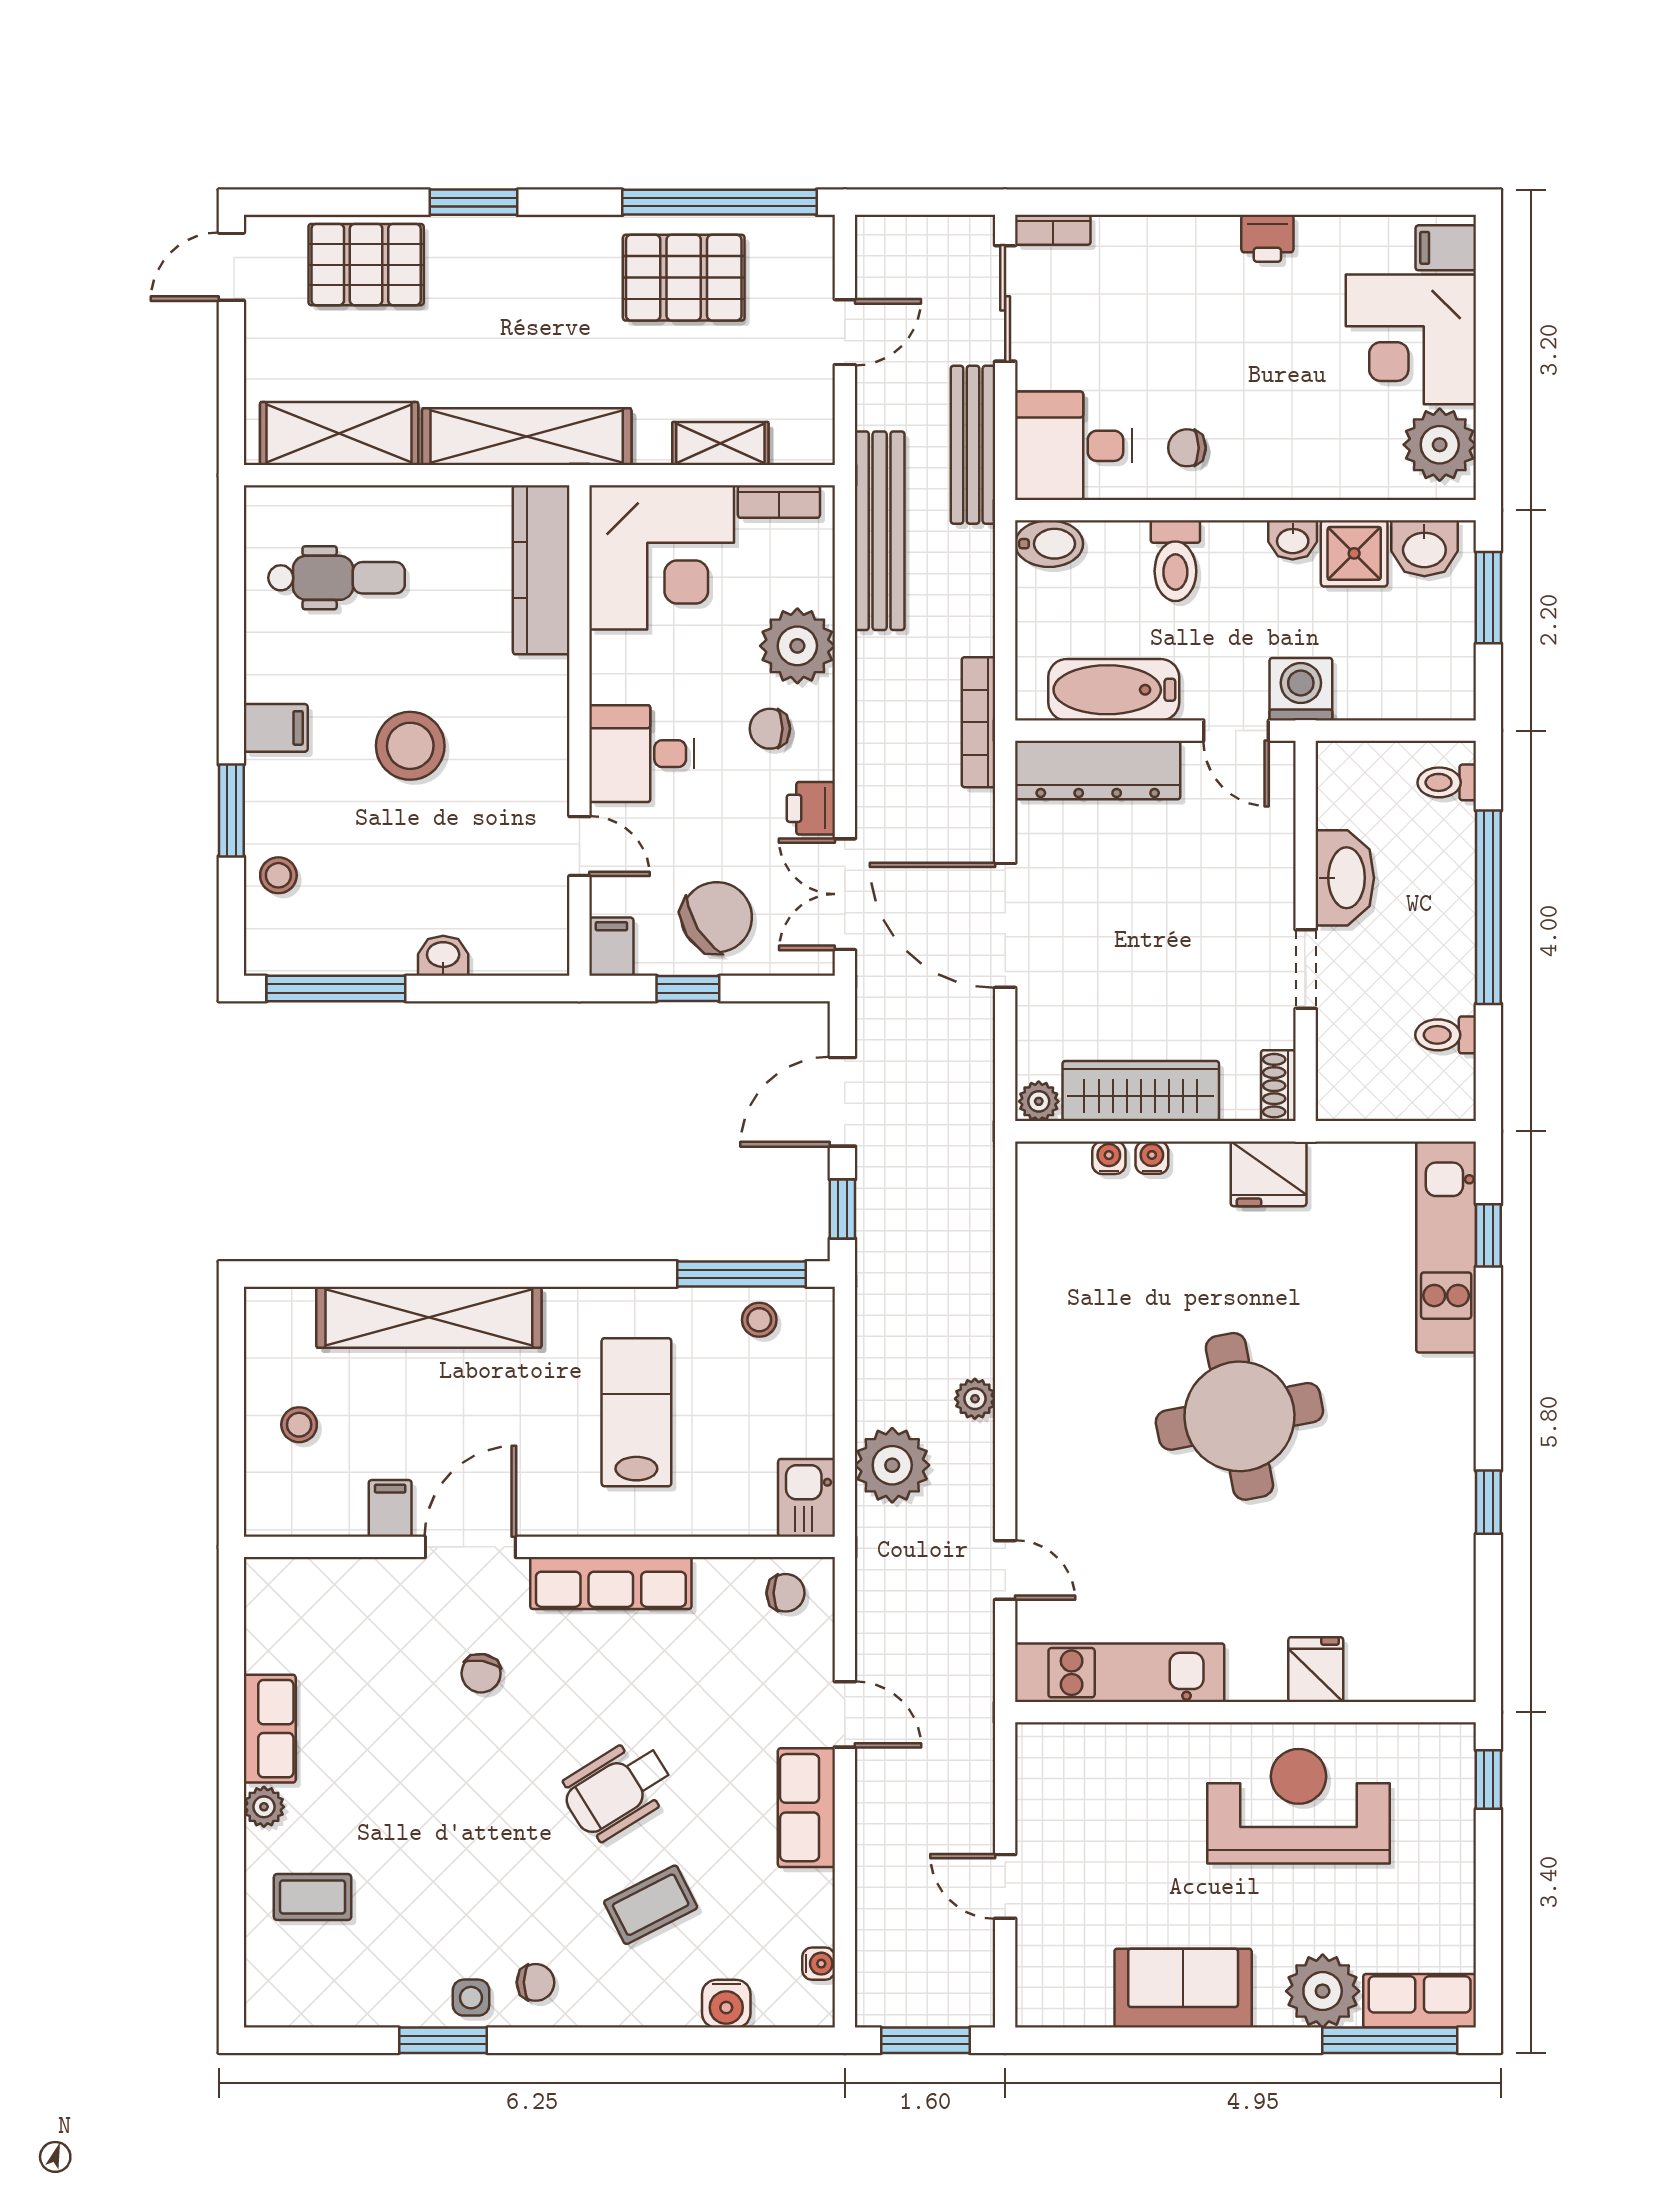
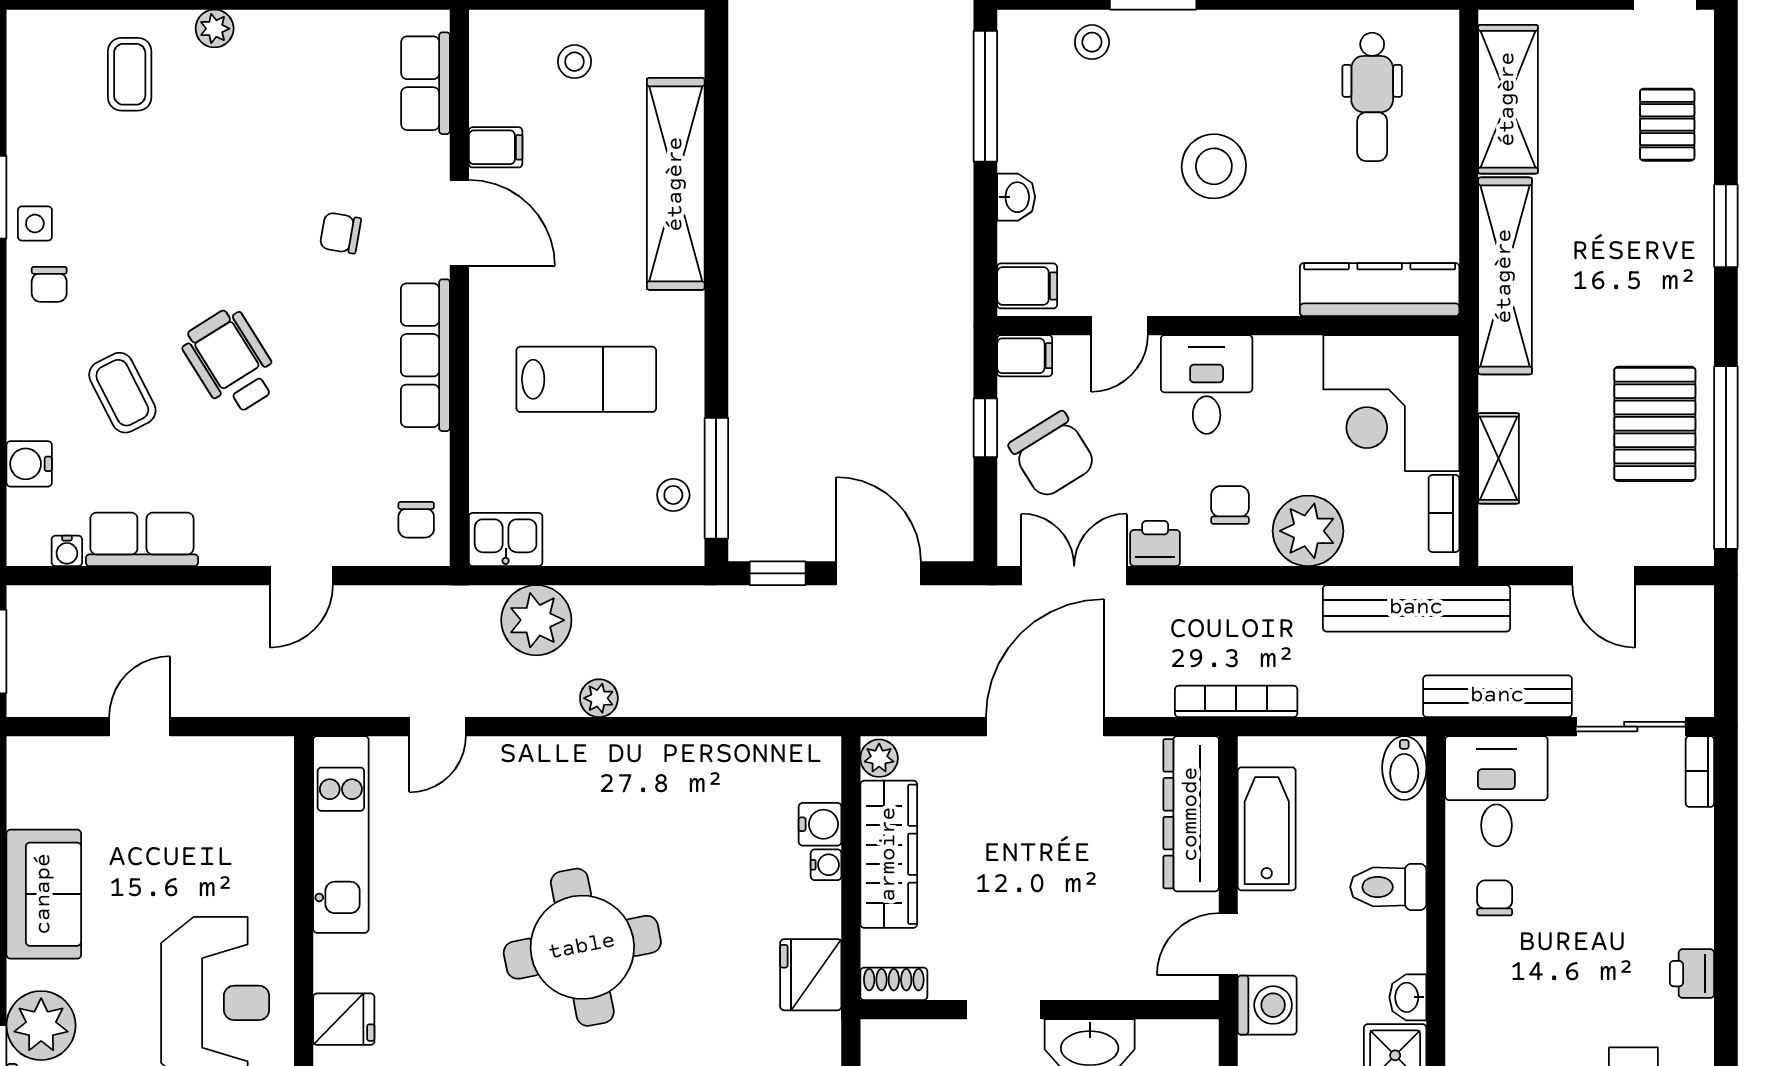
pallet: (366, 265) -> (1667, 125), width x0.67, depth x0.71
filing cabinet: (276, 728) -> (1027, 286), moved, turned -90
water cooler: (1109, 1158) -> (820, 824), width x1.38, depth x1.38
row of seats: (270, 1729) -> (426, 83), moved, turned 90
row of seats: (806, 1808) -> (142, 539), moved

